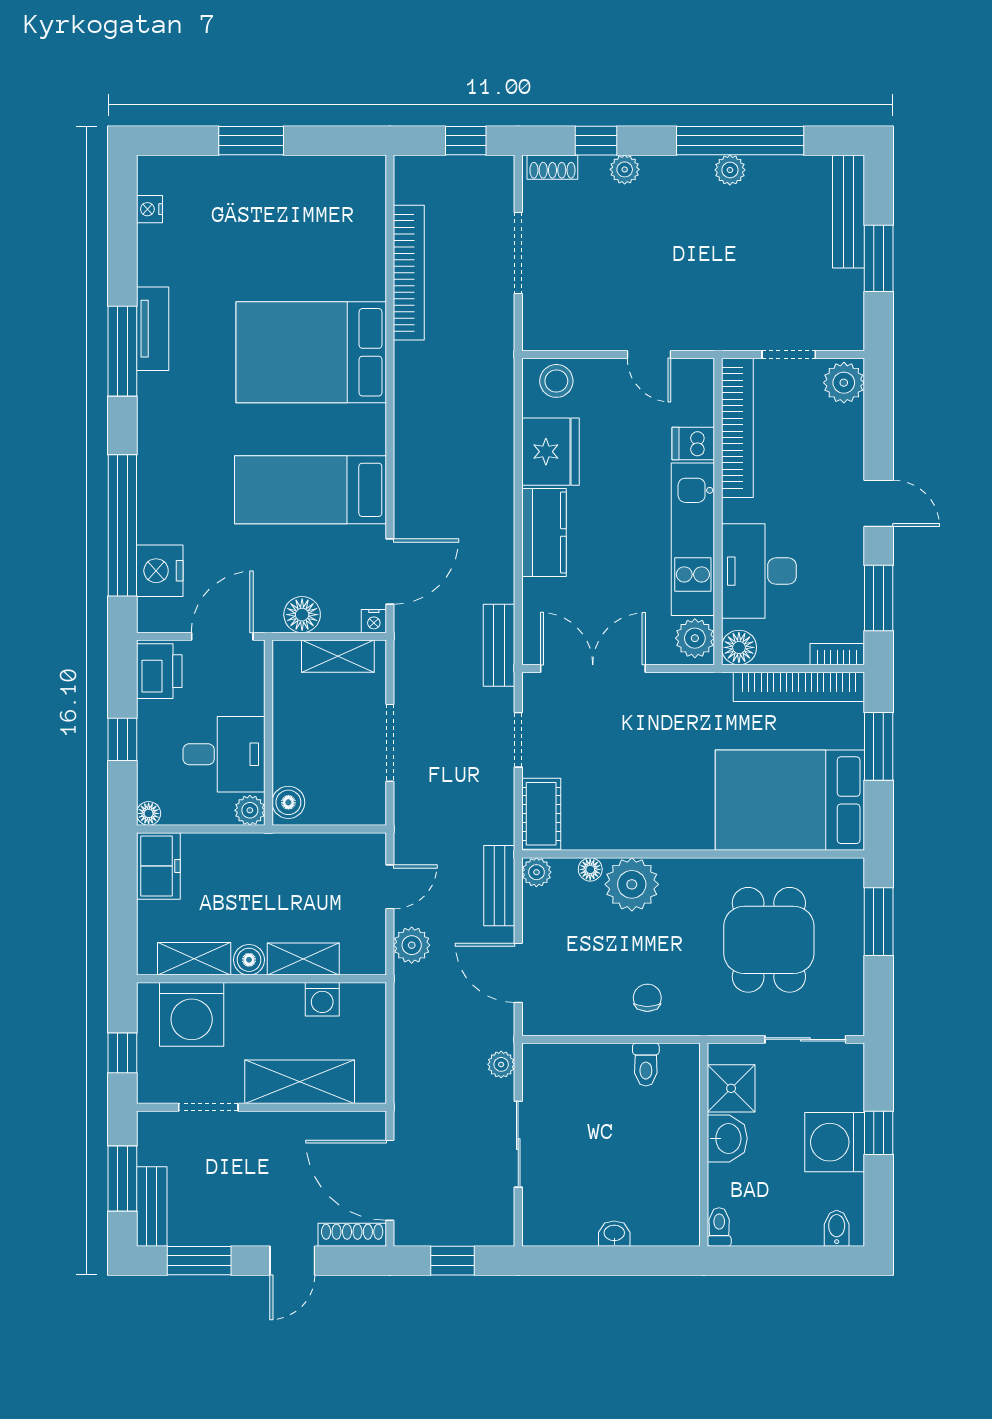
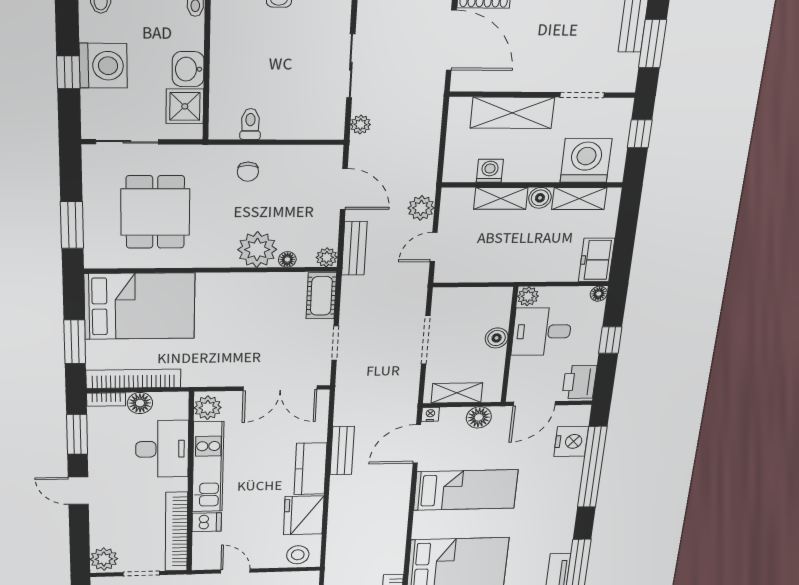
bench: (499, 645) -> (342, 451), moved
floor lamp: (739, 647) -> (140, 403), moved
boiler: (288, 802) -> (497, 338), moved

